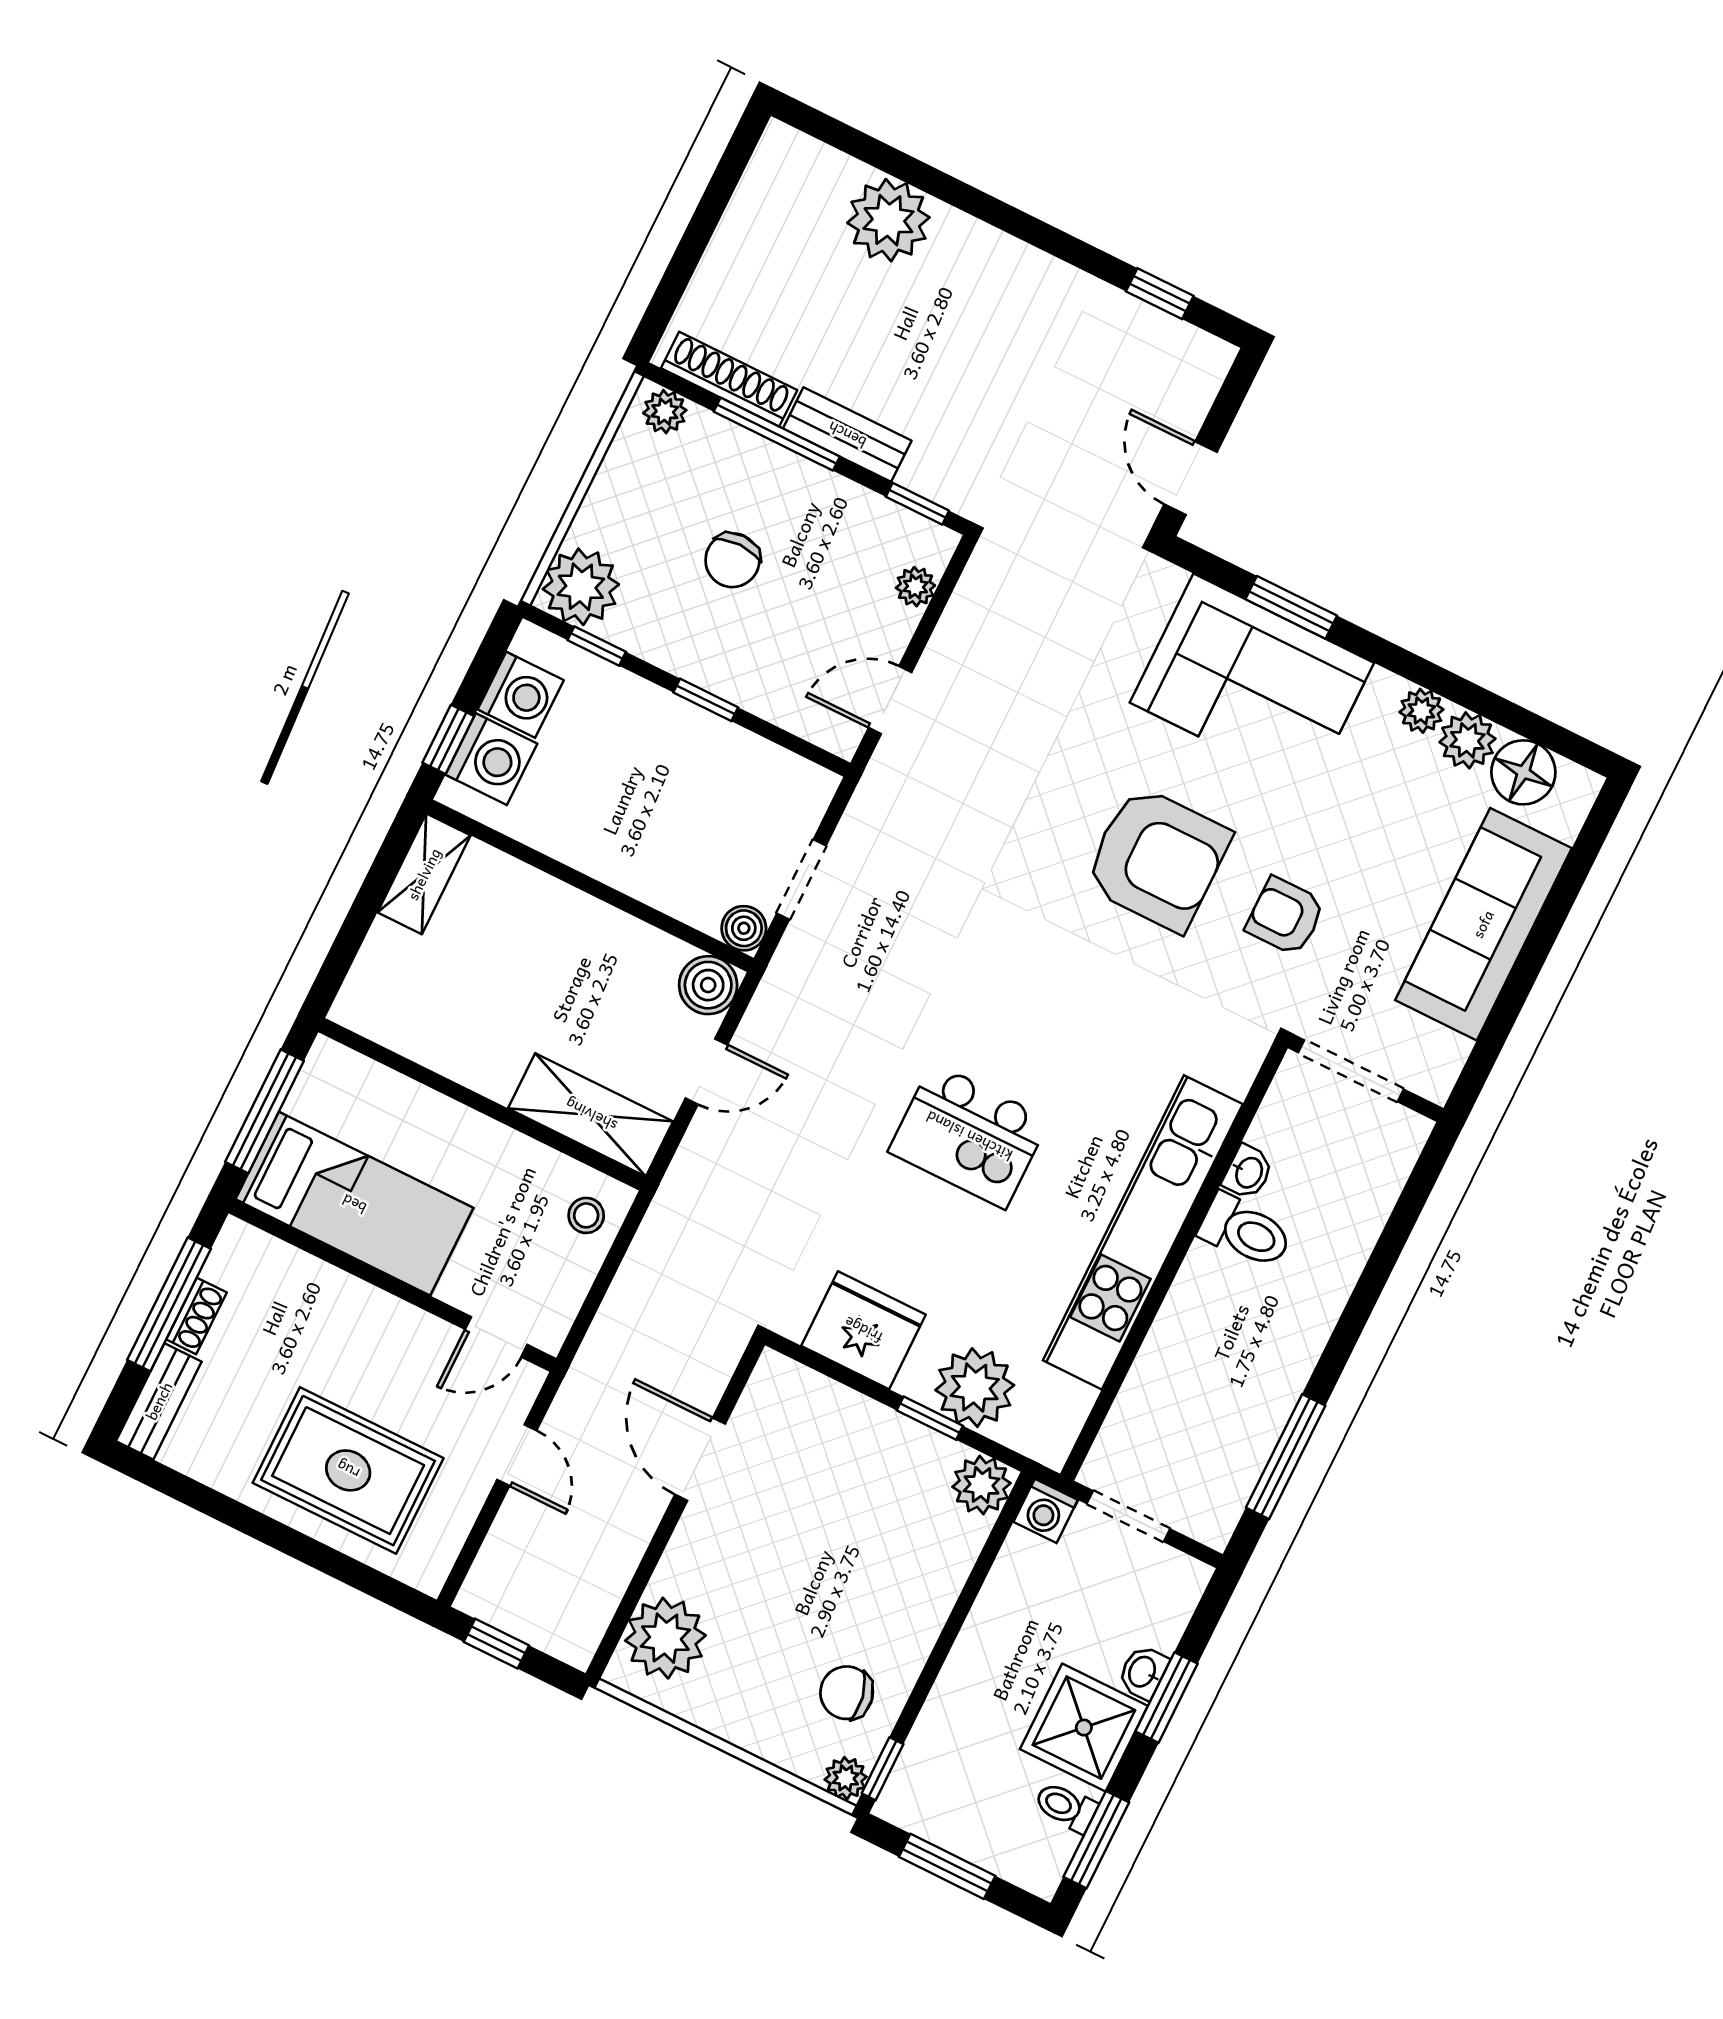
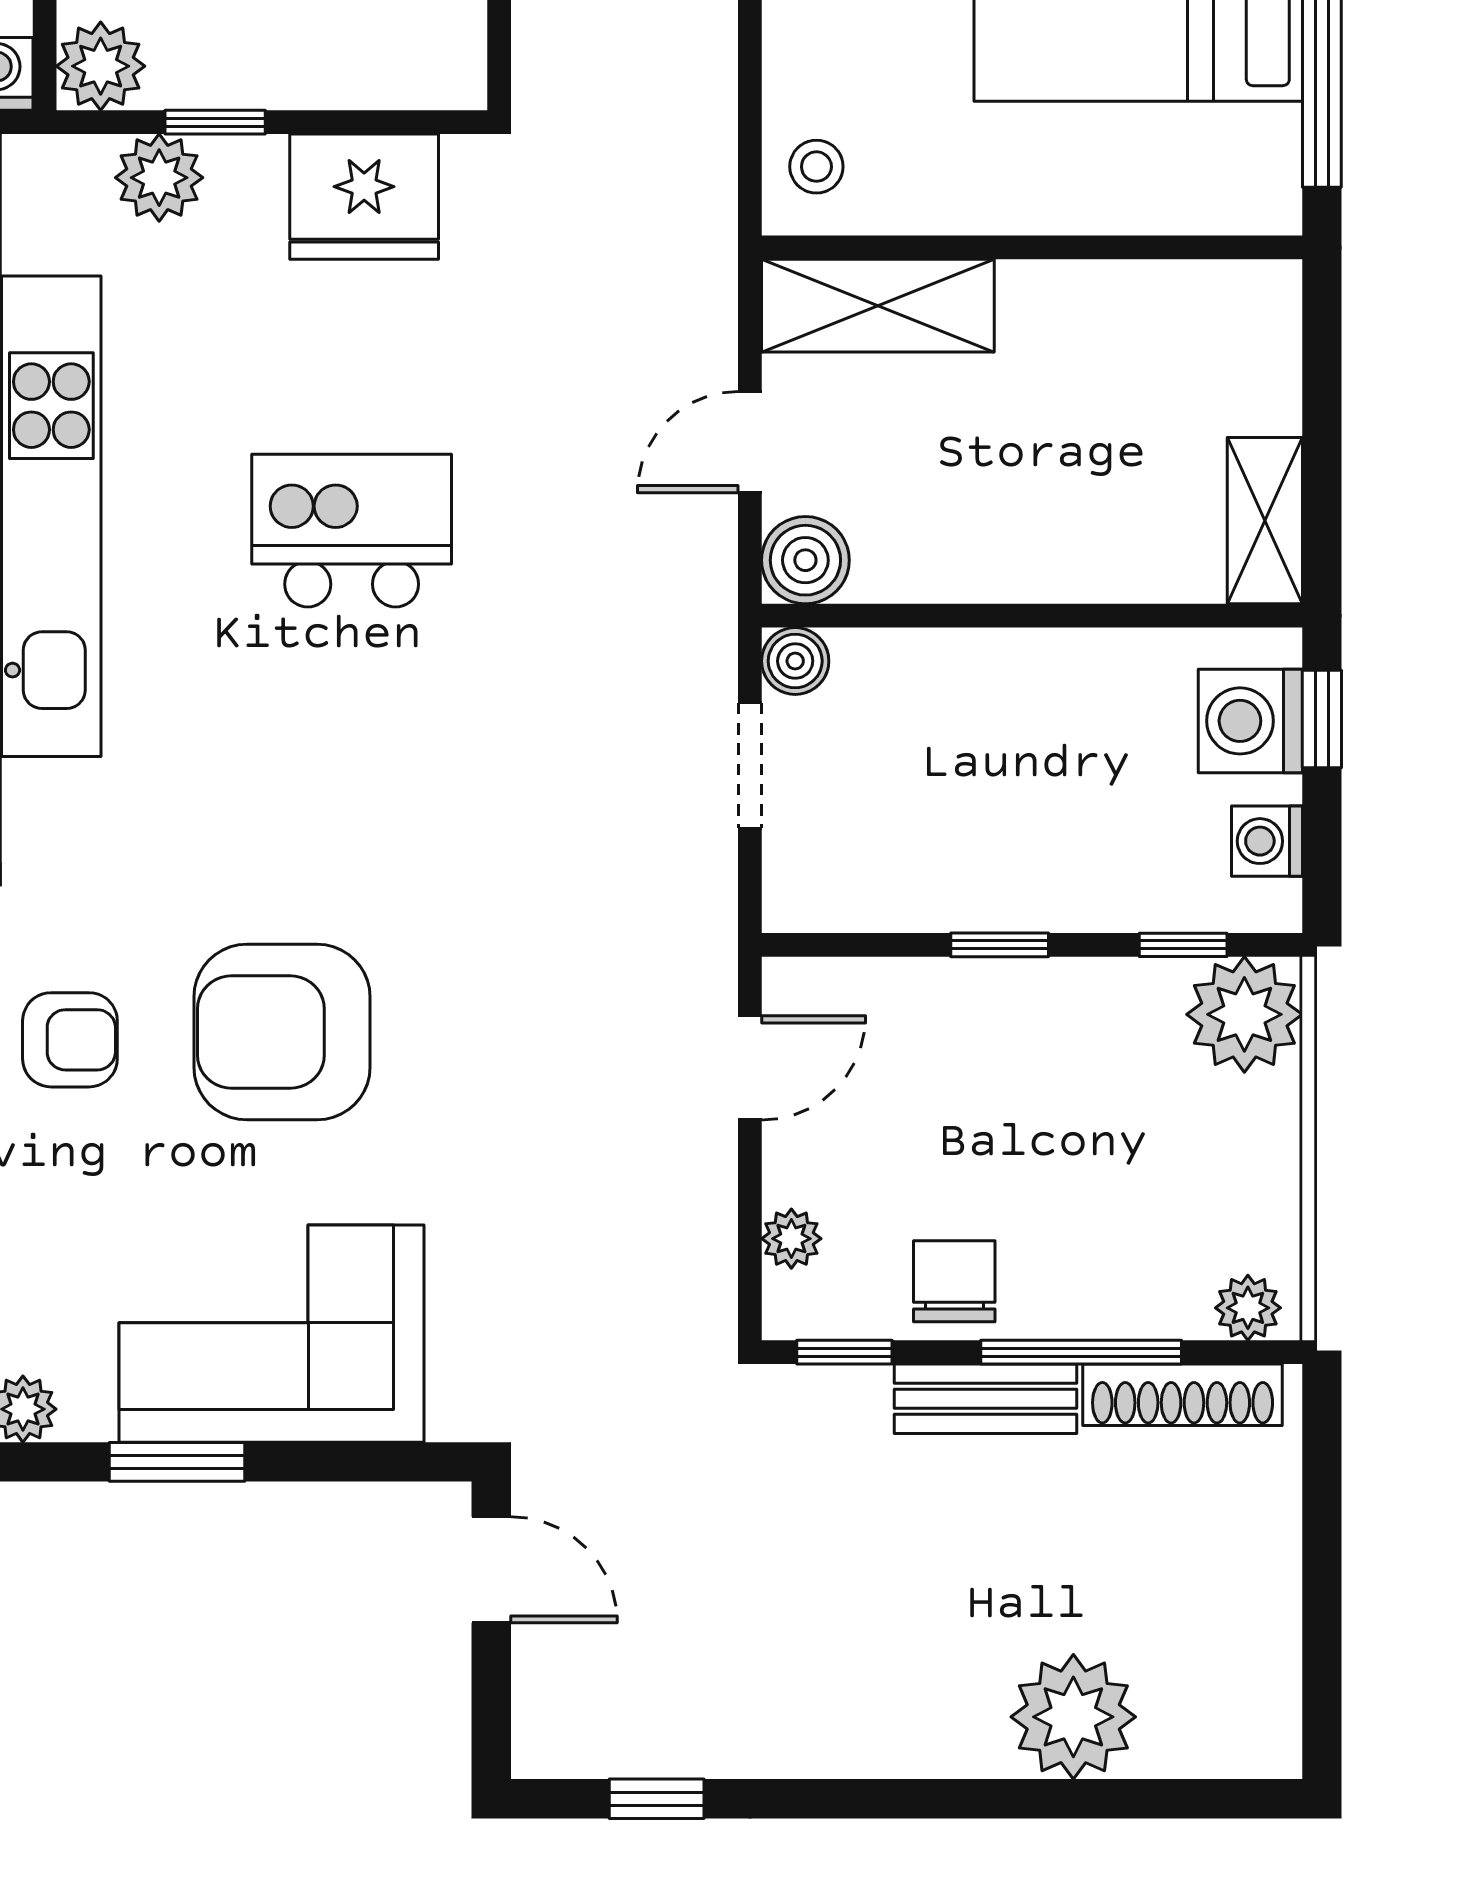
chair: (732, 560) -> (954, 1281), moved
window: (1291, 607) -> (177, 1462), moved
washing machine: (521, 695) -> (1267, 841), width x0.73, depth x0.73
plant: (975, 1388) -> (159, 178), width x0.73, depth x0.73

